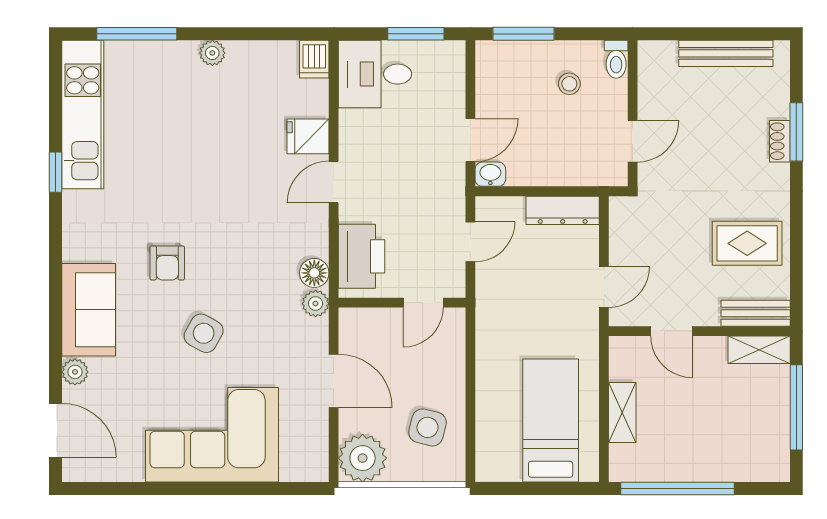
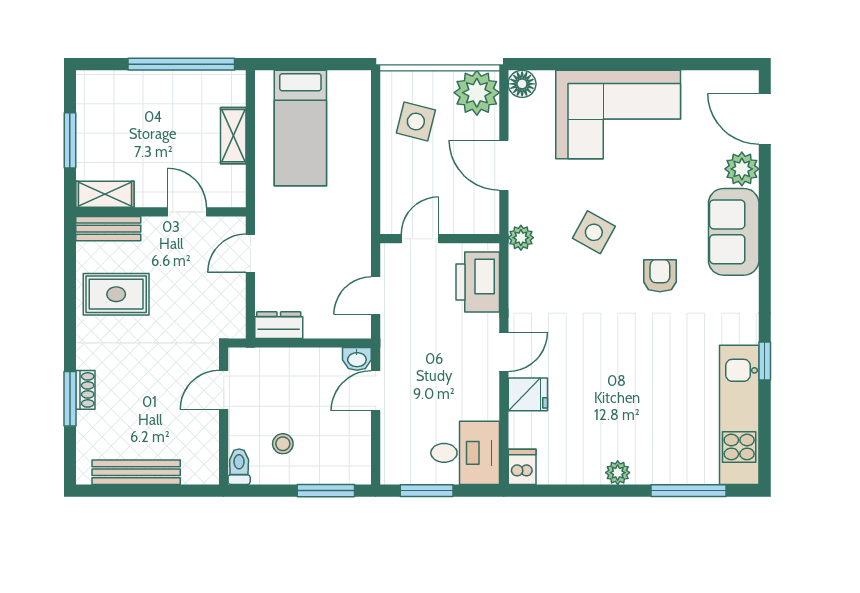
dresser: (563, 210) -> (279, 325), width x0.70
floor lamp: (314, 273) -> (522, 84), moved
side table: (204, 333) -> (594, 232), moved
plant: (75, 372) -> (742, 169), width x1.38, depth x1.38
window: (796, 407) -> (70, 140), width x0.69

